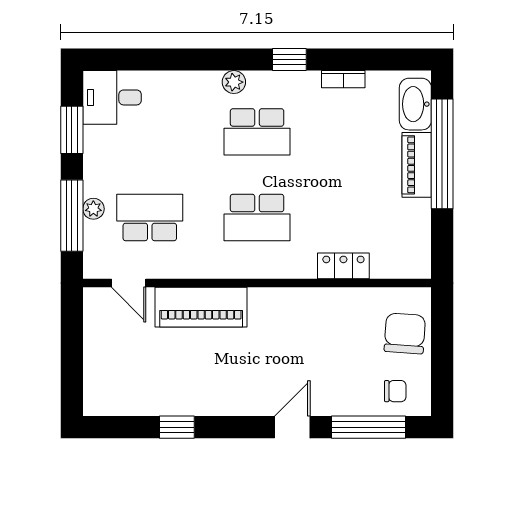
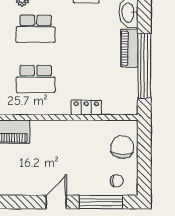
window: (442, 154) -> (144, 66), moved

